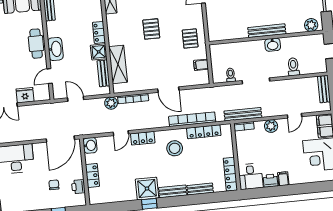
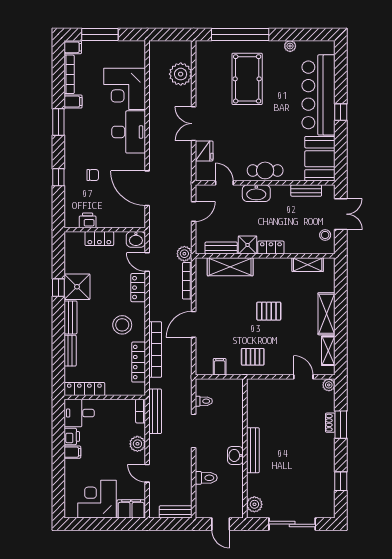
washbasin: (90, 145) -> (136, 239), moved
wall: (85, 172) -> (105, 230), moved
locker: (92, 175) -> (99, 239), moved
printer: (78, 187) -> (88, 220), moved

